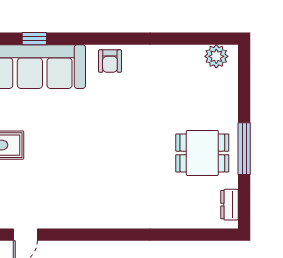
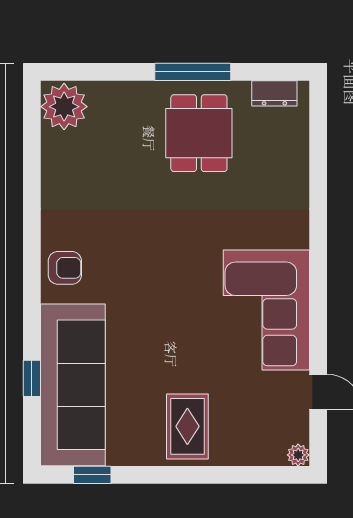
plant: (216, 56) -> (64, 107), width x1.36, depth x1.36
corner sofa: (81, 199) -> (266, 310), added

